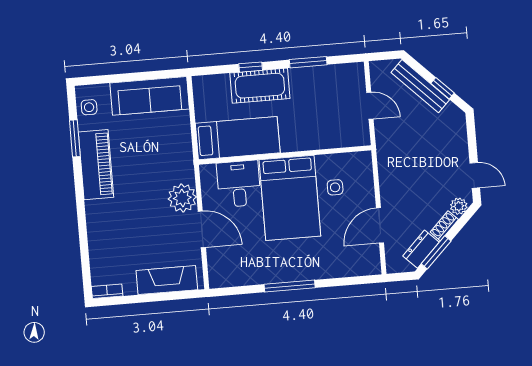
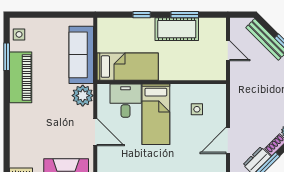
cot: (260, 86) -> (177, 29), moved
sofa: (150, 96) -> (81, 55), moved, turned 90
plant: (182, 198) -> (83, 96), moved
bed: (290, 198) -> (156, 114), width x0.67

